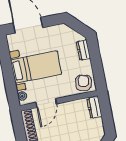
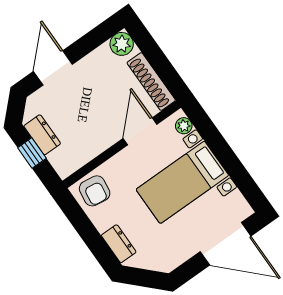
dresser: (94, 108) -> (42, 135), moved
window: (107, 117) -> (32, 153), added

